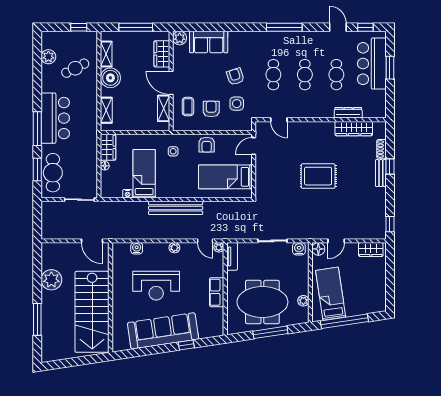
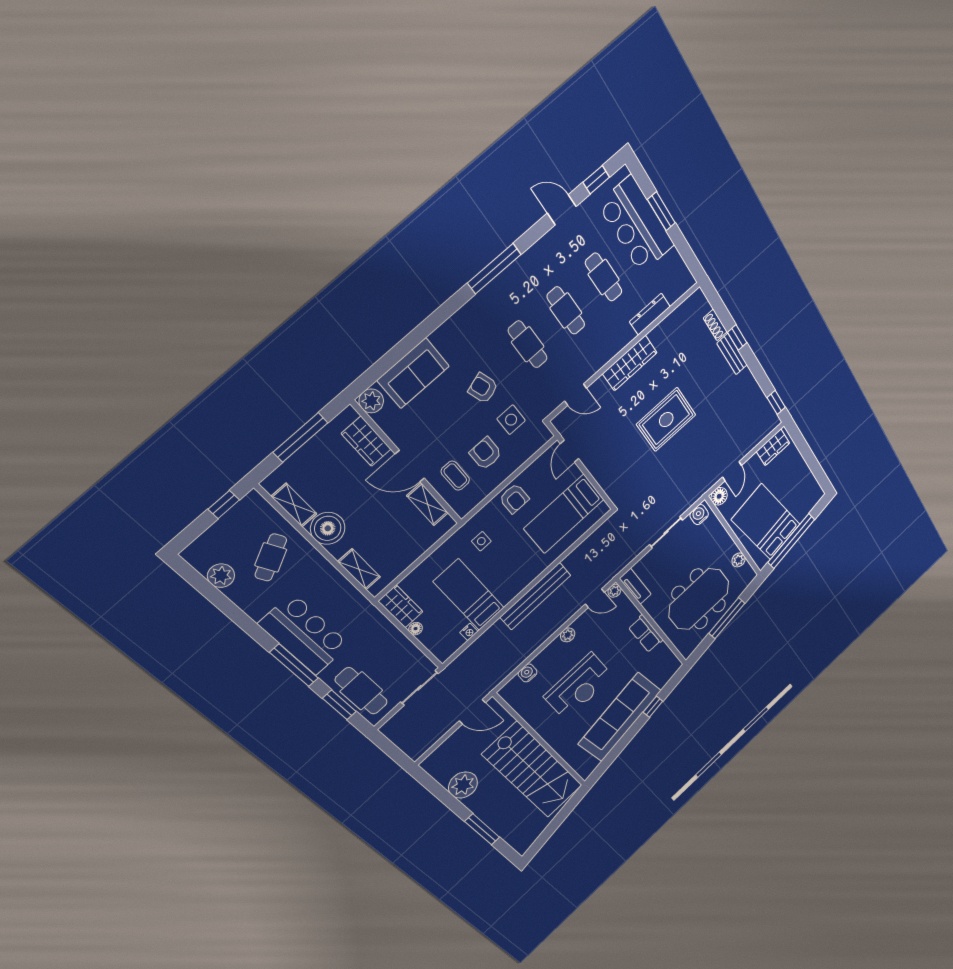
wardrobe: (354, 129) -> (630, 363), moved
bed: (331, 294) -> (766, 522), width x1.50

